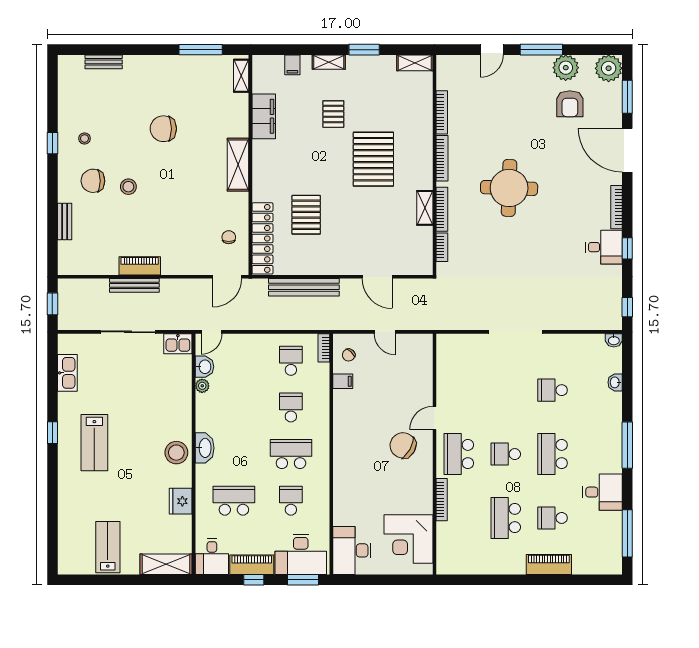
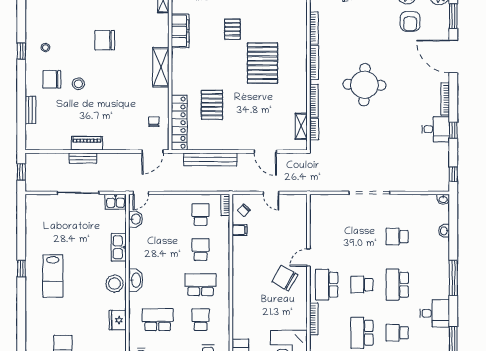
shelving: (425, 208) -> (301, 126), moved
bench: (134, 285) -> (83, 158), width x0.73
kitchen sink: (67, 373) -> (119, 247), moved, turned 180
plant: (202, 386) -> (134, 233), removed

